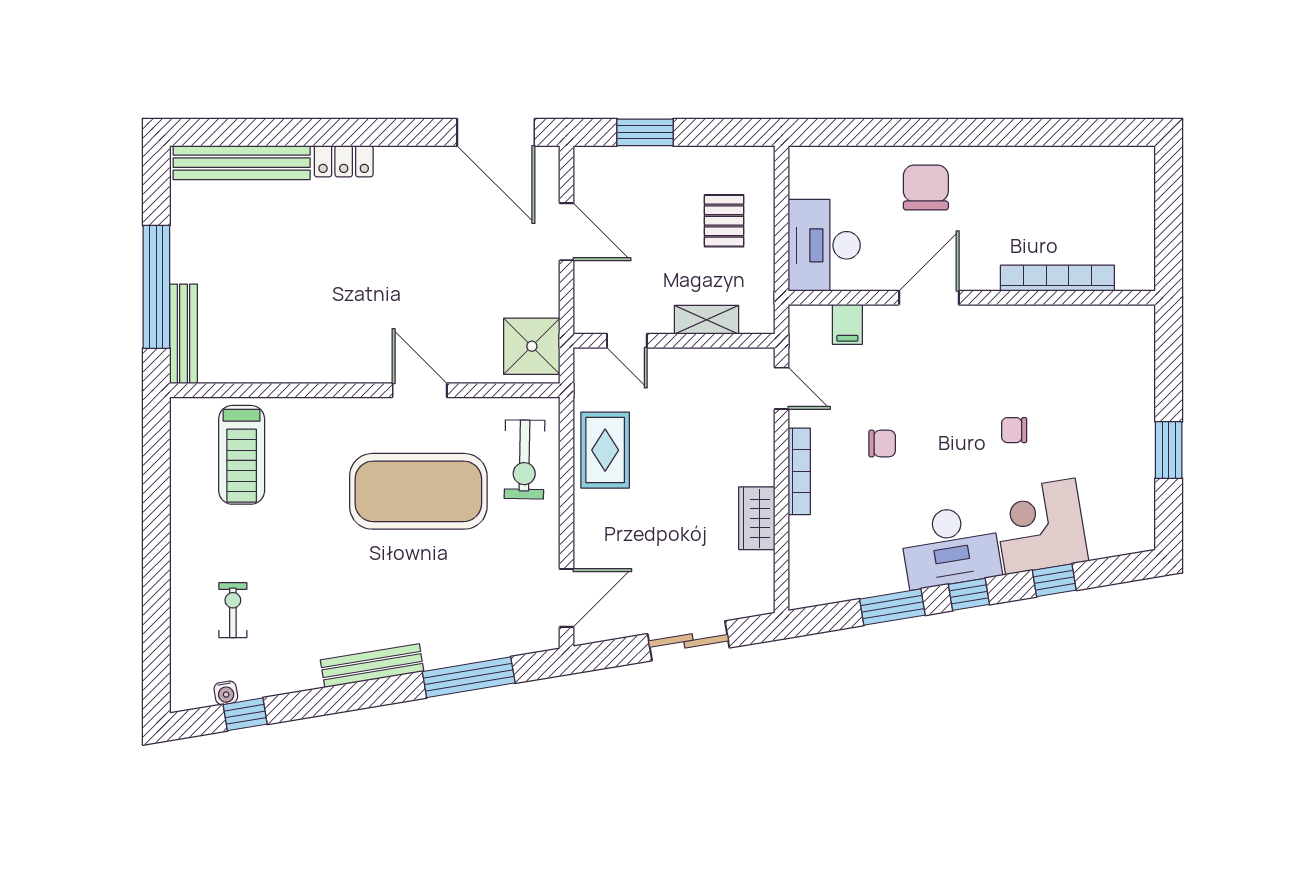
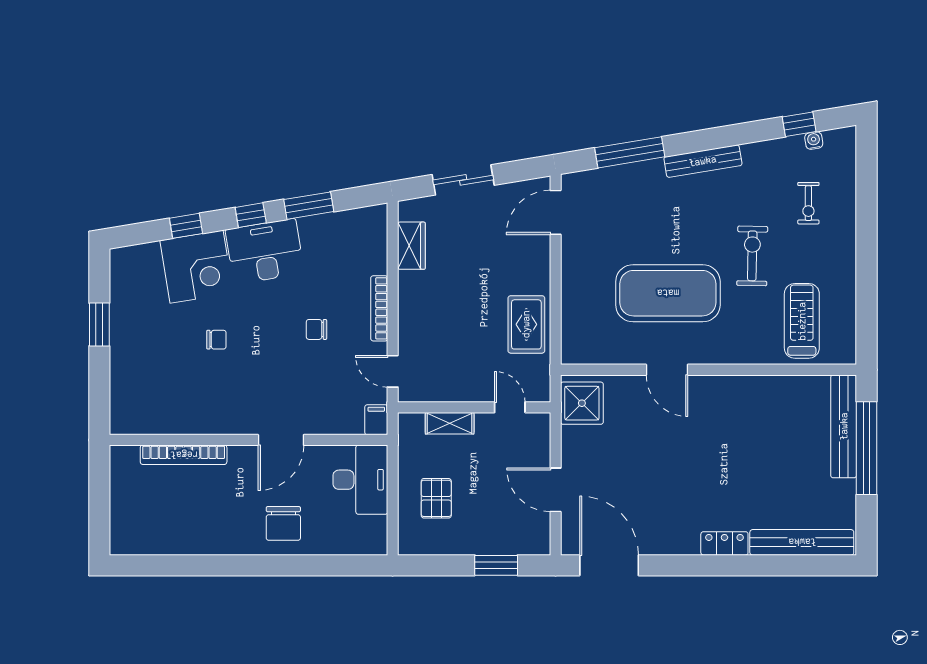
filing cabinet: (847, 324) -> (376, 420), moved
bench: (183, 334) -> (844, 426), width x1.37, depth x1.21
exercise bike: (524, 459) -> (752, 256), moved
wardrobe: (757, 518) -> (411, 246), moved

